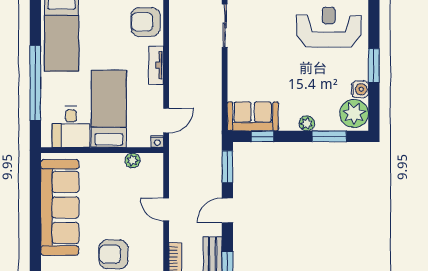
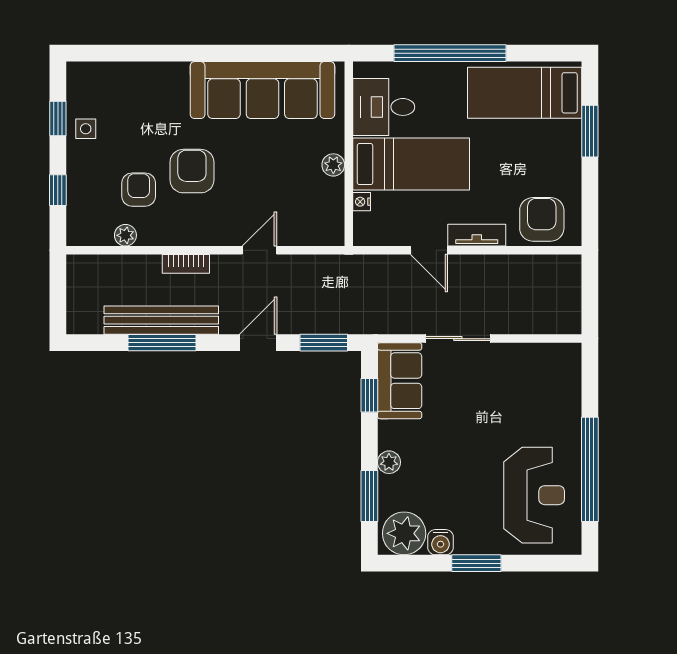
sliding door: (225, 26) -> (458, 339), moved
door: (166, 121) -> (429, 250), moved
nightstand: (157, 142) -> (362, 202), moved
plant: (132, 160) -> (333, 165), moved
door: (227, 210) -> (258, 343), hinge flipped

